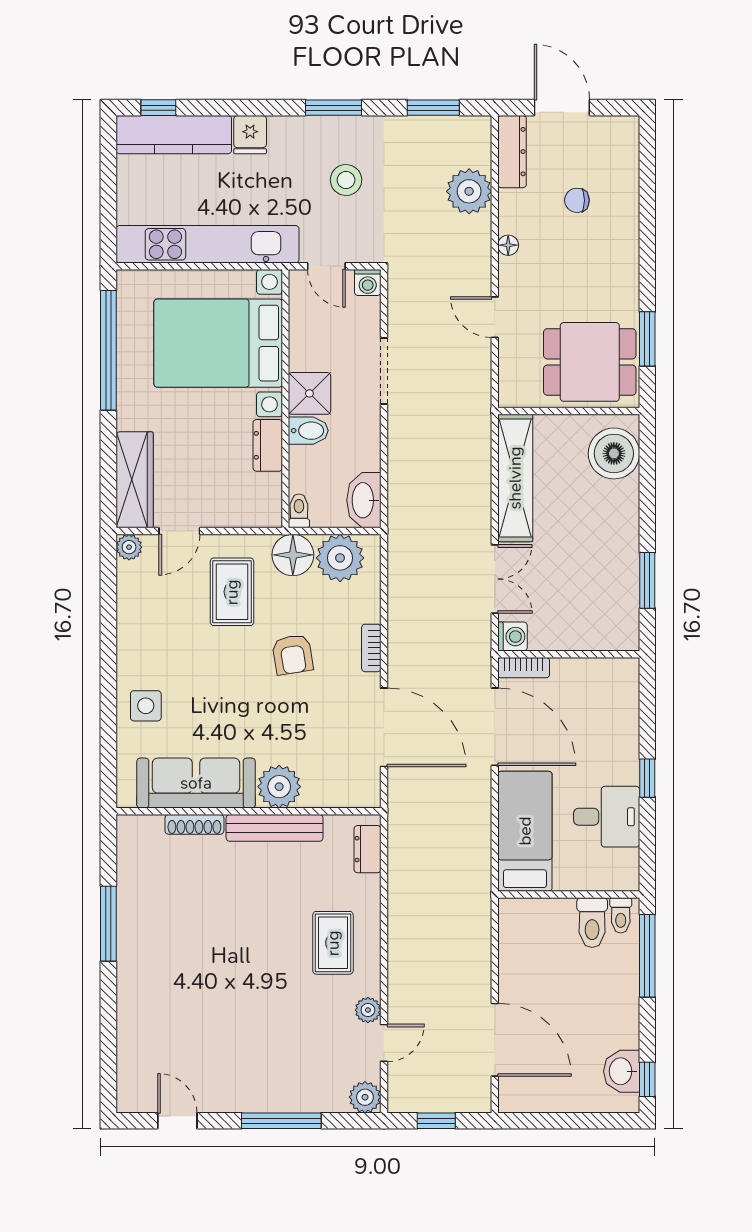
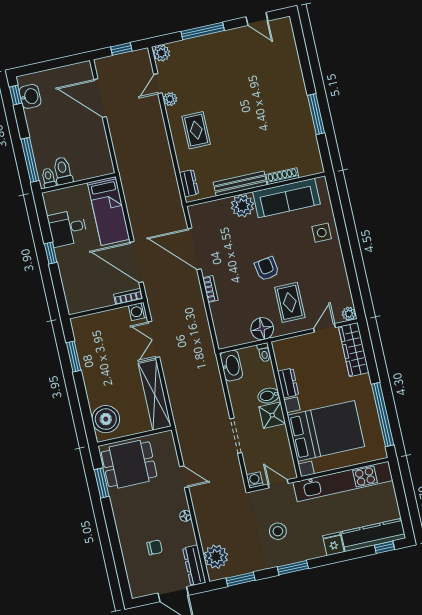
plant: (469, 191) -> (216, 557), moved
plant: (340, 558) -> (237, 333), removed
armchair: (293, 655) -> (267, 269), moved

